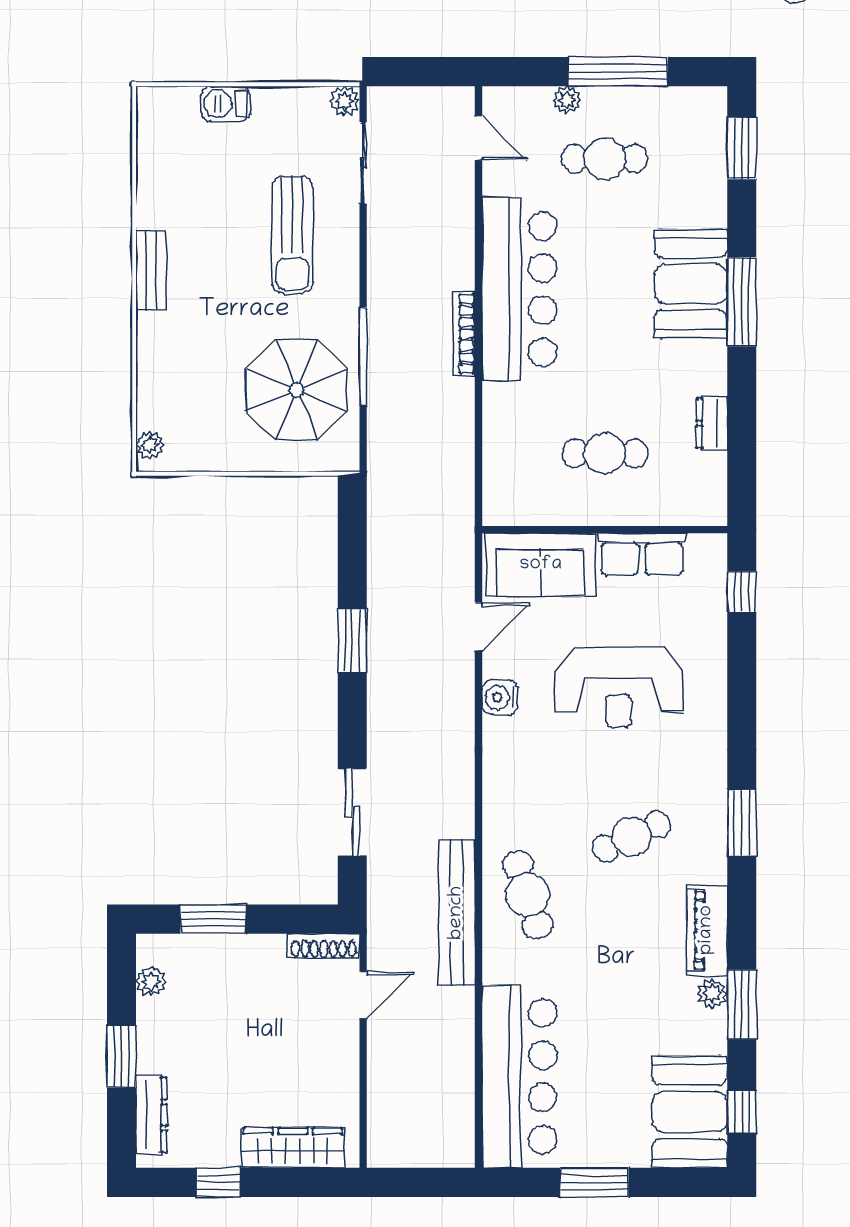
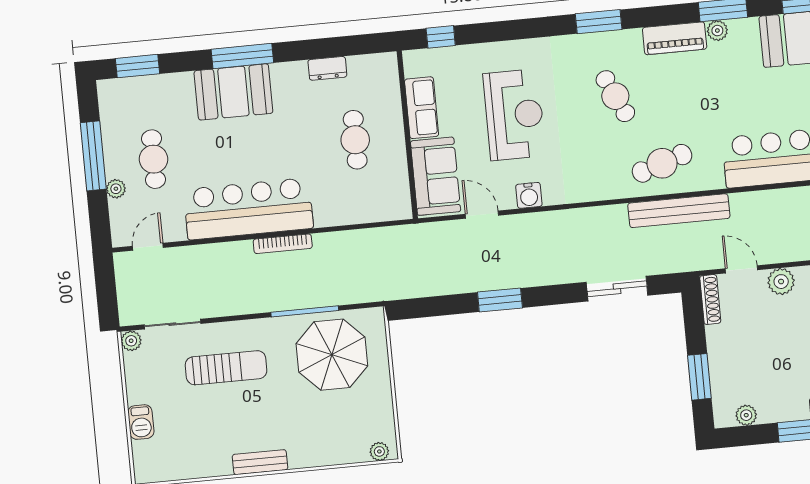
plant: (340, 1051) -> (781, 282), added

